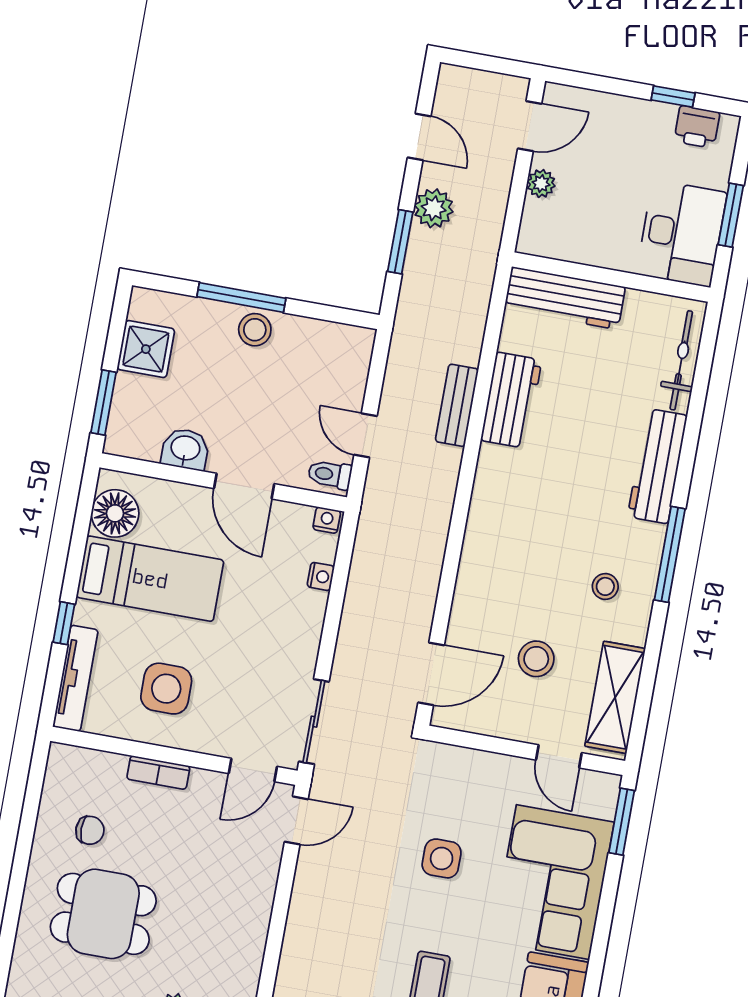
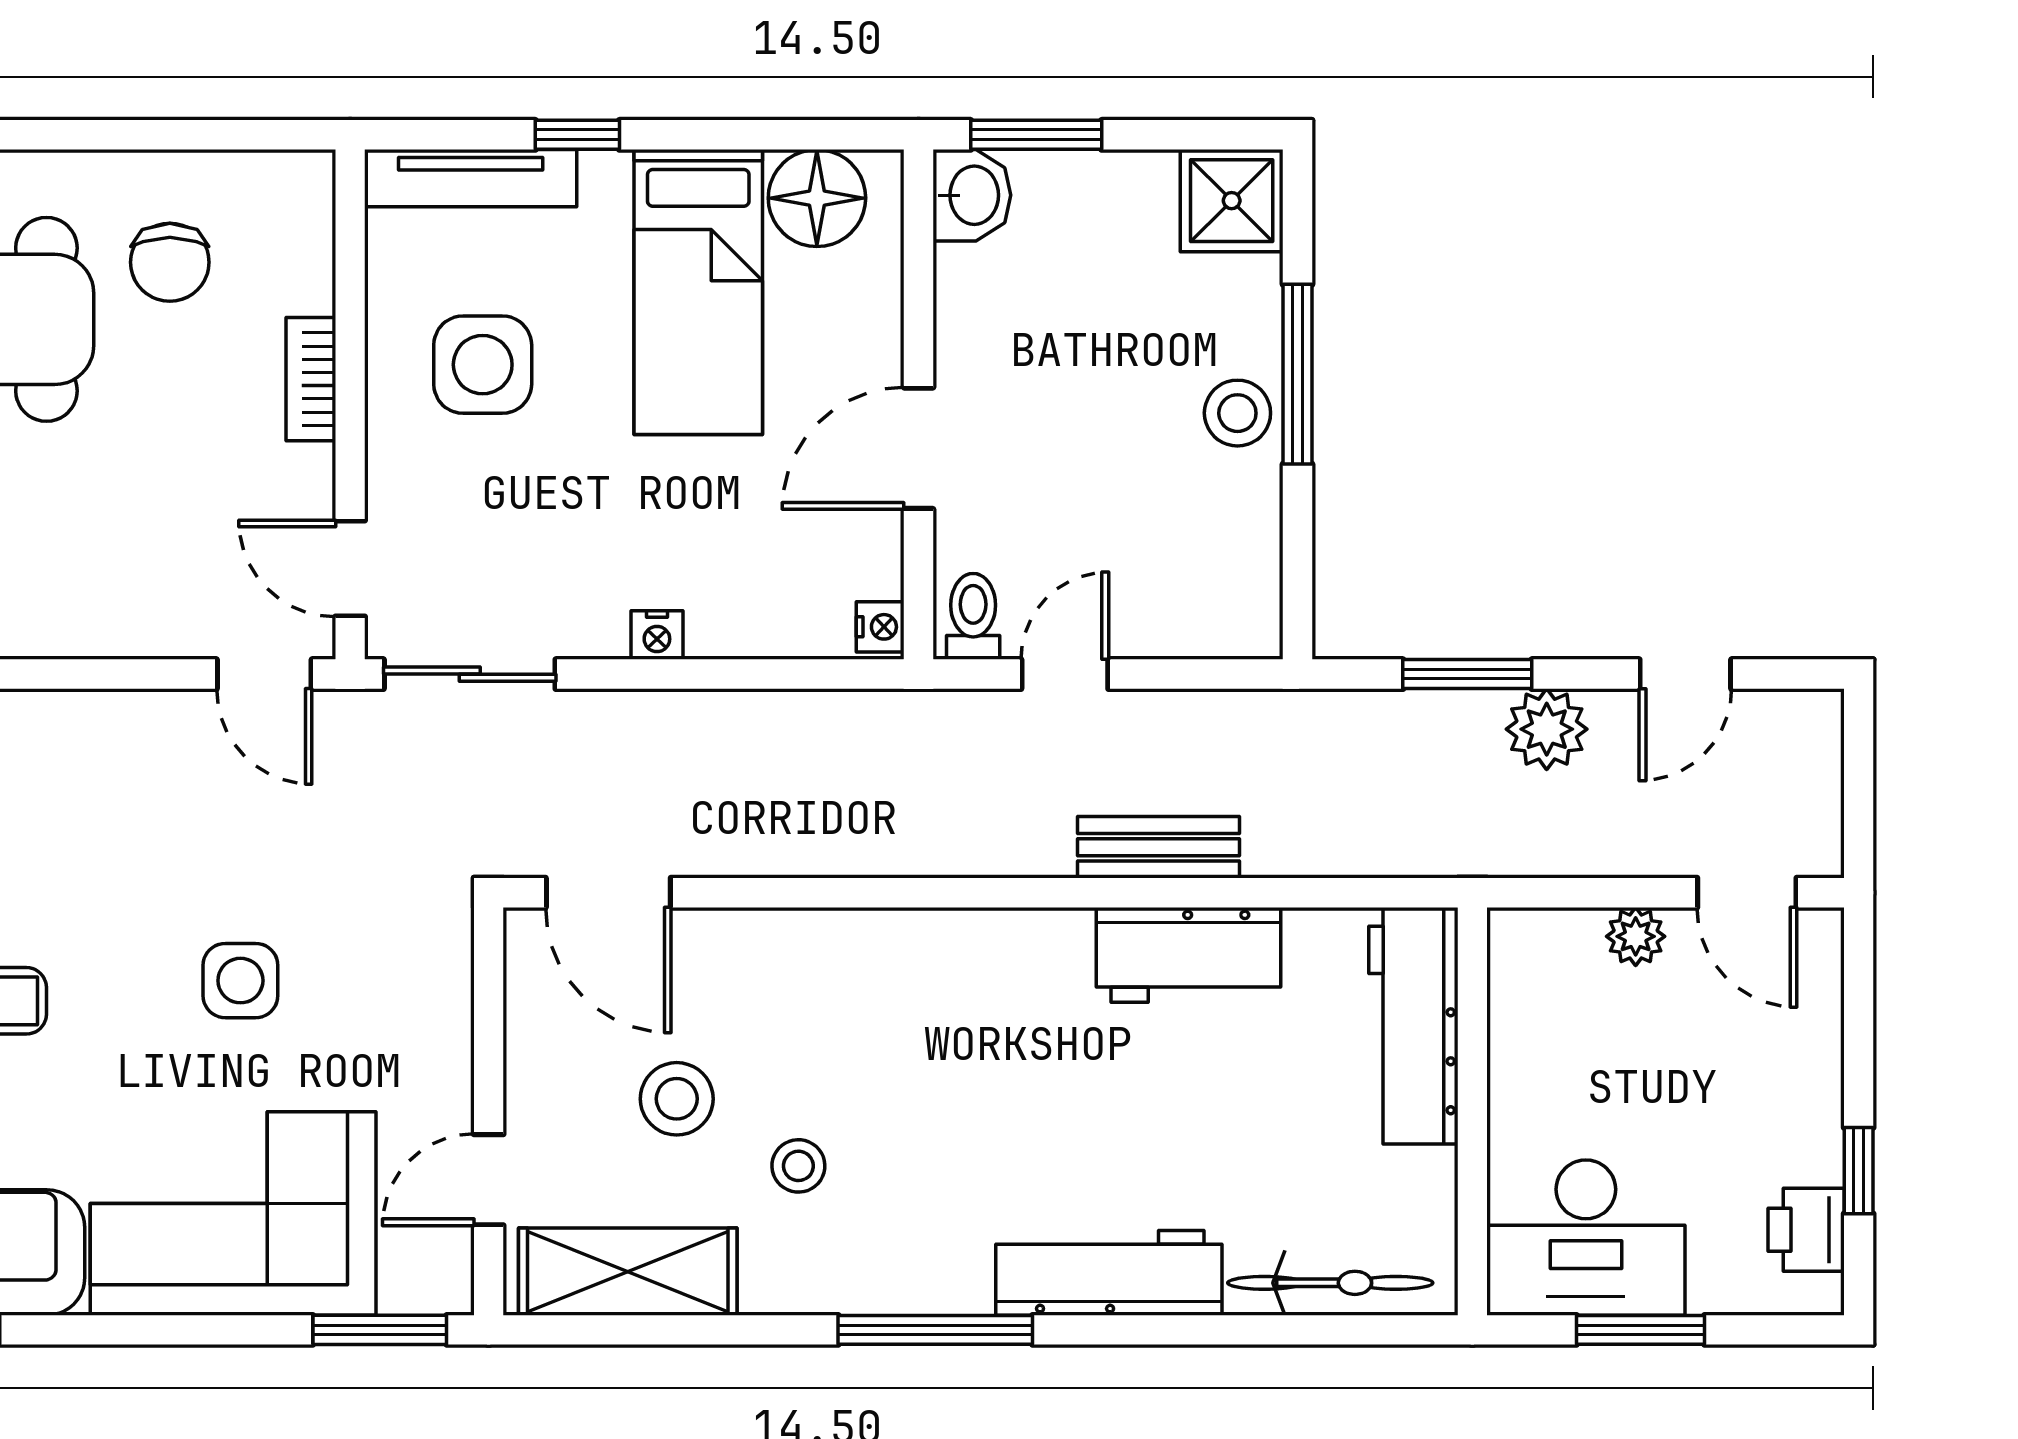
shower: (146, 349) -> (1232, 201), moved
washbasin: (185, 449) -> (972, 195), moved
nightstand: (321, 576) -> (657, 635), moved
stool: (605, 586) -> (798, 1166), moved
chair: (90, 830) -> (170, 262), width x1.37, depth x1.37

